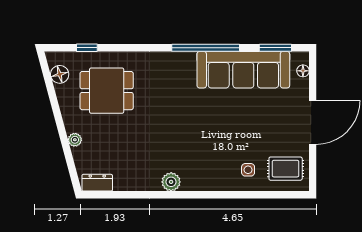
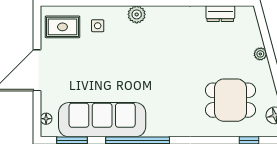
plant: (171, 182) -> (137, 14), moved
dresser: (97, 183) -> (220, 14), moved

